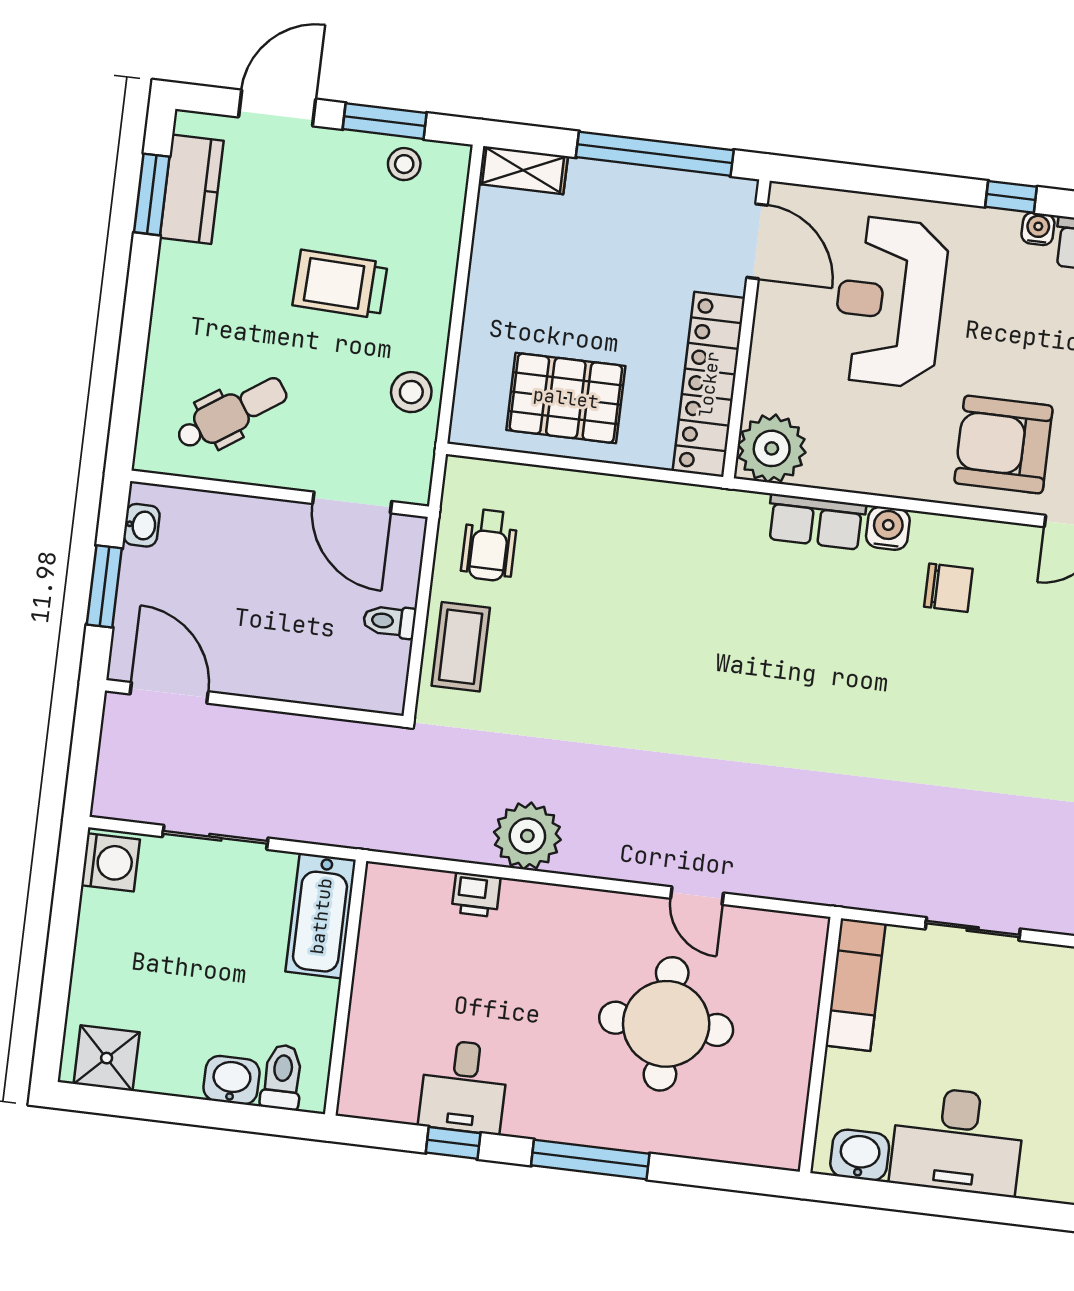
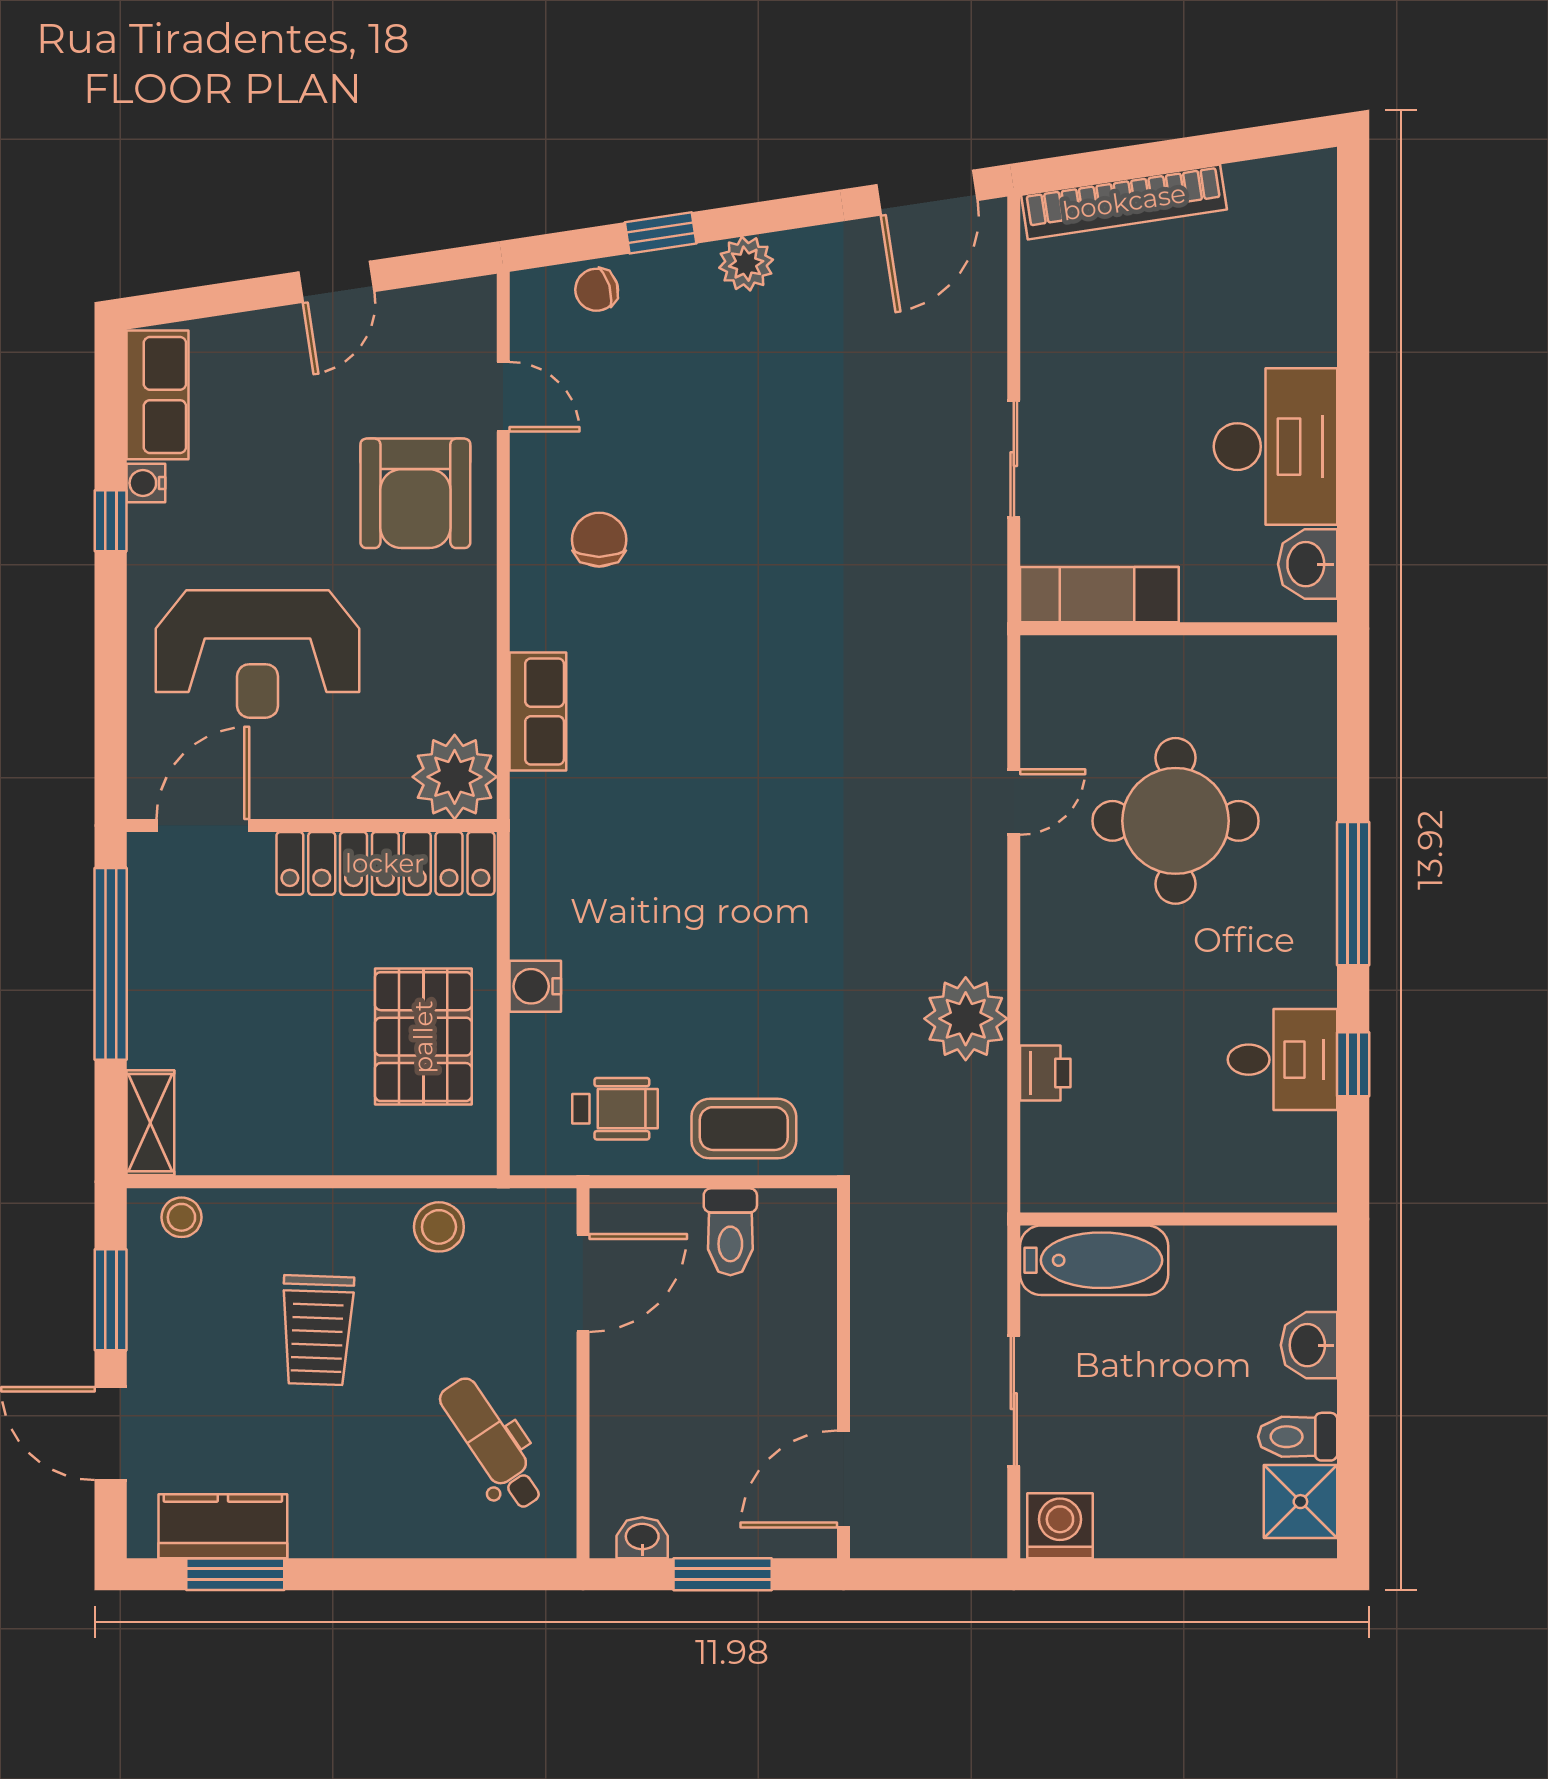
stool: (404, 164) -> (181, 1217), moved
water cooler: (888, 528) -> (535, 986), moved
toilet: (389, 621) -> (730, 1232), width x1.37, depth x1.39
toilet: (282, 1077) -> (1298, 1437), moved

